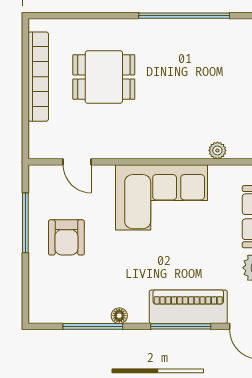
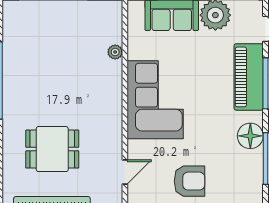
dining table: (104, 77) -> (52, 149), turned 90
floor lamp: (119, 316) -> (250, 136), width x1.89, depth x1.89

